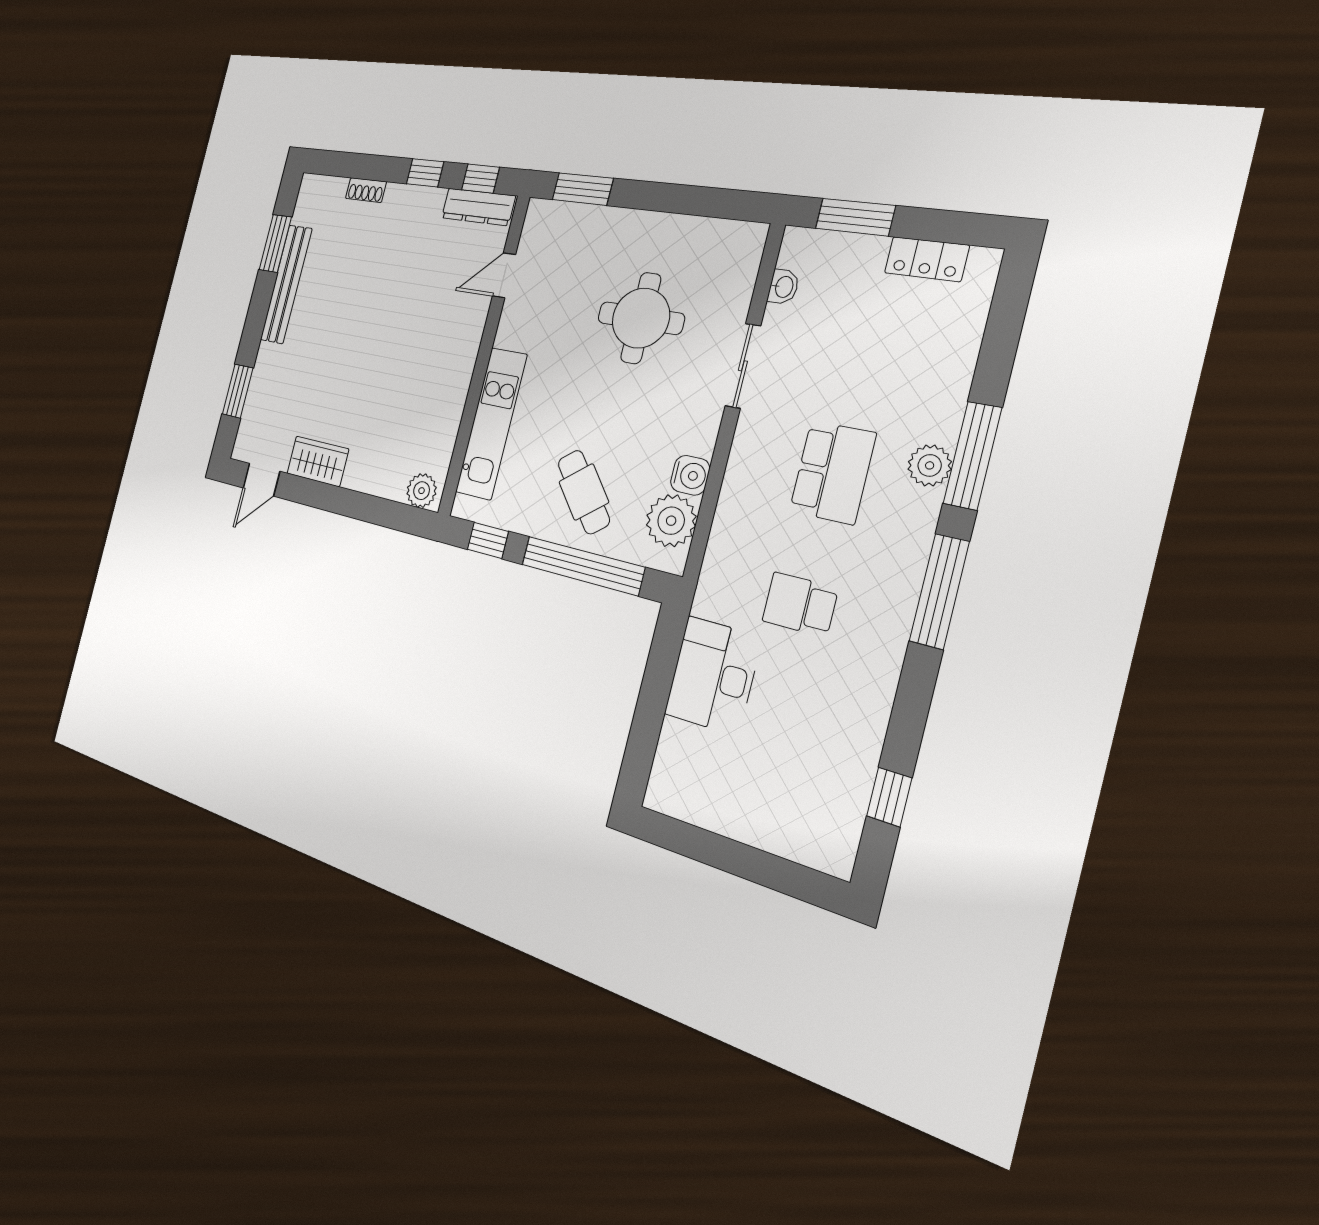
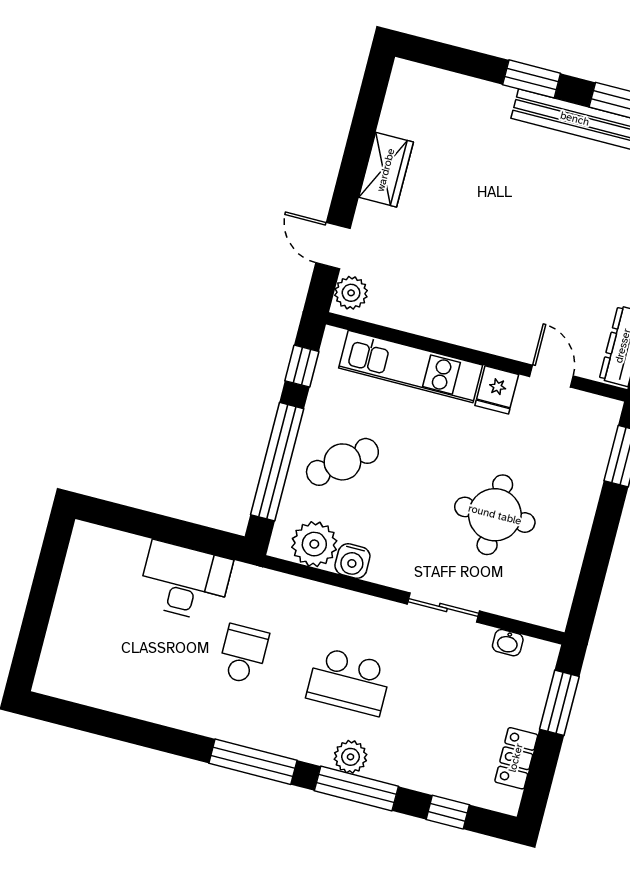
fridge: (516, 330) -> (497, 390), added
window: (238, 391) -> (532, 79), moved
door: (261, 480) -> (333, 246), moved
window: (889, 797) -> (448, 812), moved

